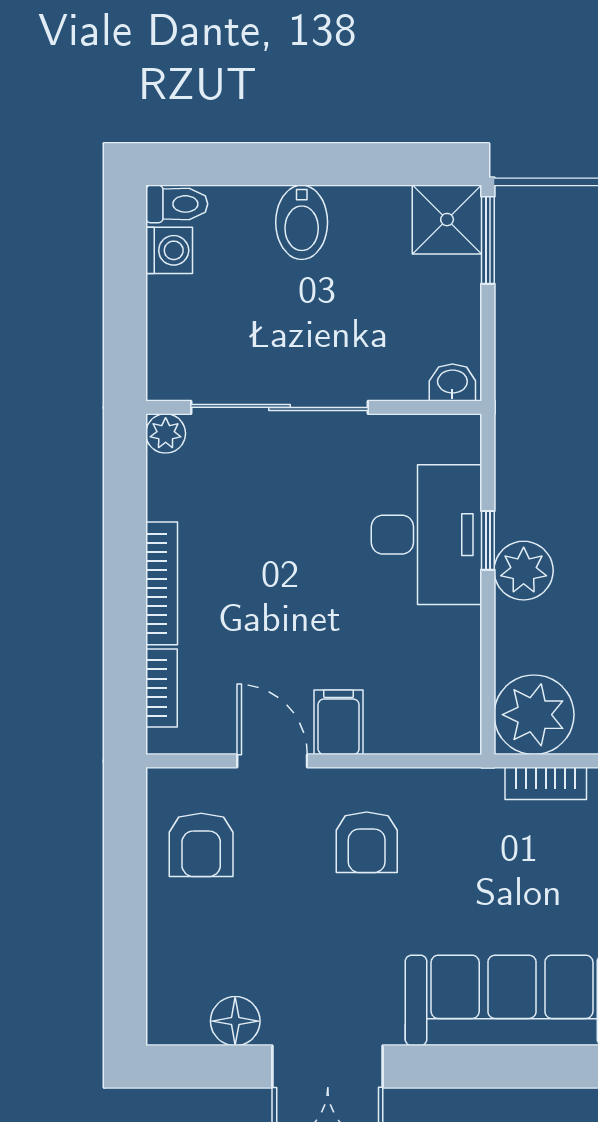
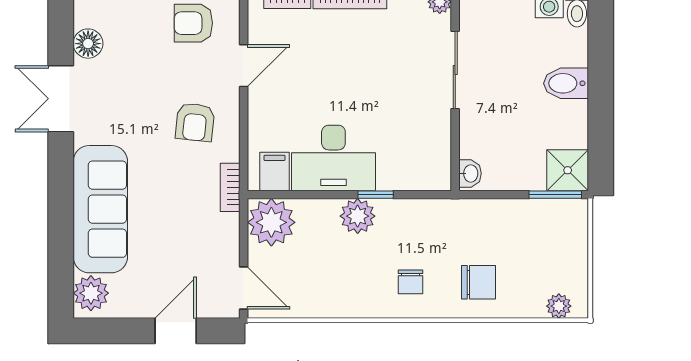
sliding door: (280, 407) -> (455, 70), width x0.73
desk: (427, 535) -> (333, 158), moved
filing cabinet: (339, 722) -> (275, 172), moved, turned -90
bookcase: (546, 783) -> (230, 187), moved
armchair: (367, 842) -> (195, 122), turned -84

